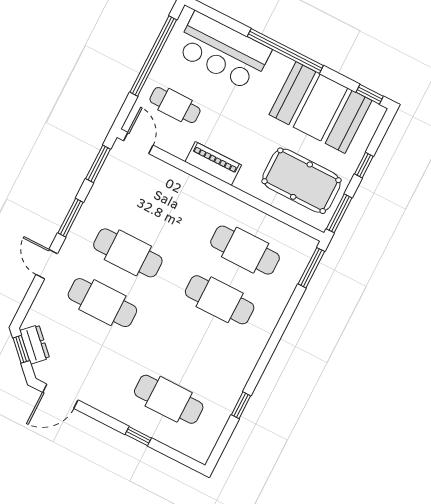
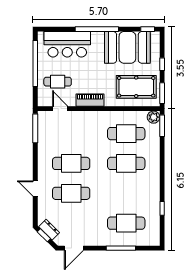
door: (138, 143) -> (60, 109), moved
window: (98, 164) -> (35, 128), width x1.44
window: (71, 218) -> (35, 161), removed
plant: (305, 246) -> (154, 117), added
window: (138, 436) -> (121, 248), width x2.17

